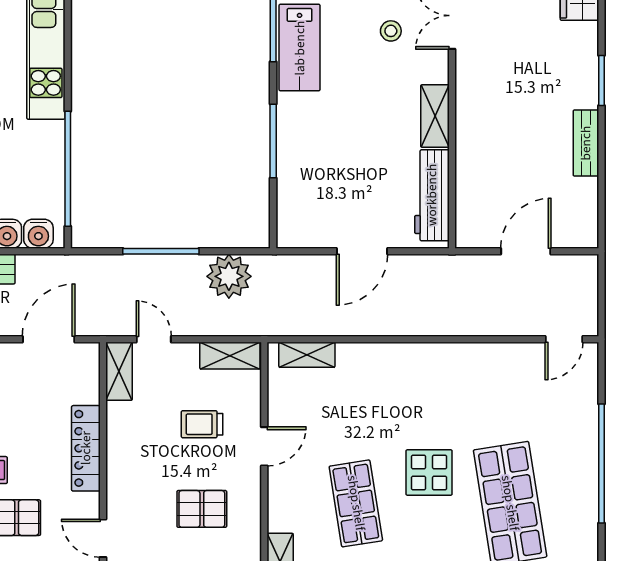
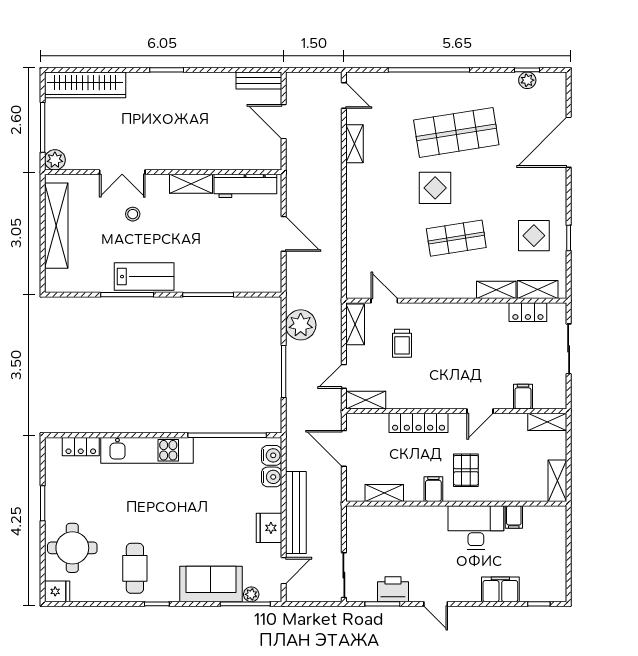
bench: (586, 143) -> (259, 80), moved
shelving: (307, 355) -> (354, 144), moved
door: (264, 446) -> (384, 301), moved
pallet: (202, 509) -> (460, 344), removed

